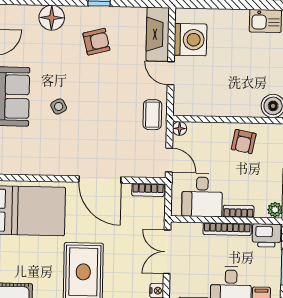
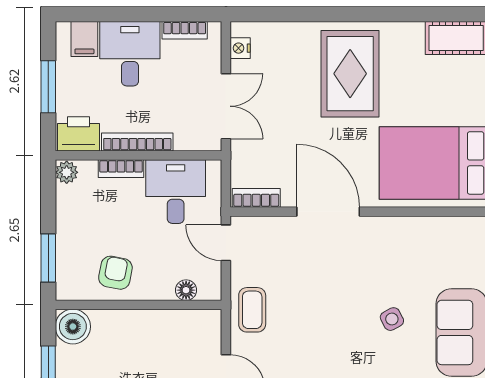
floor lamp: (180, 128) -> (186, 290), moved

